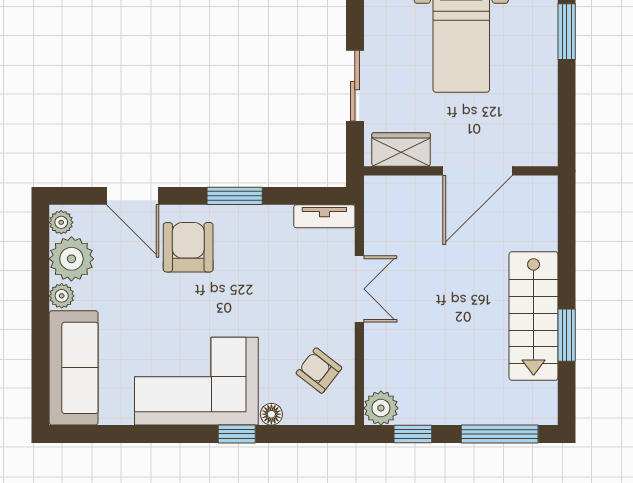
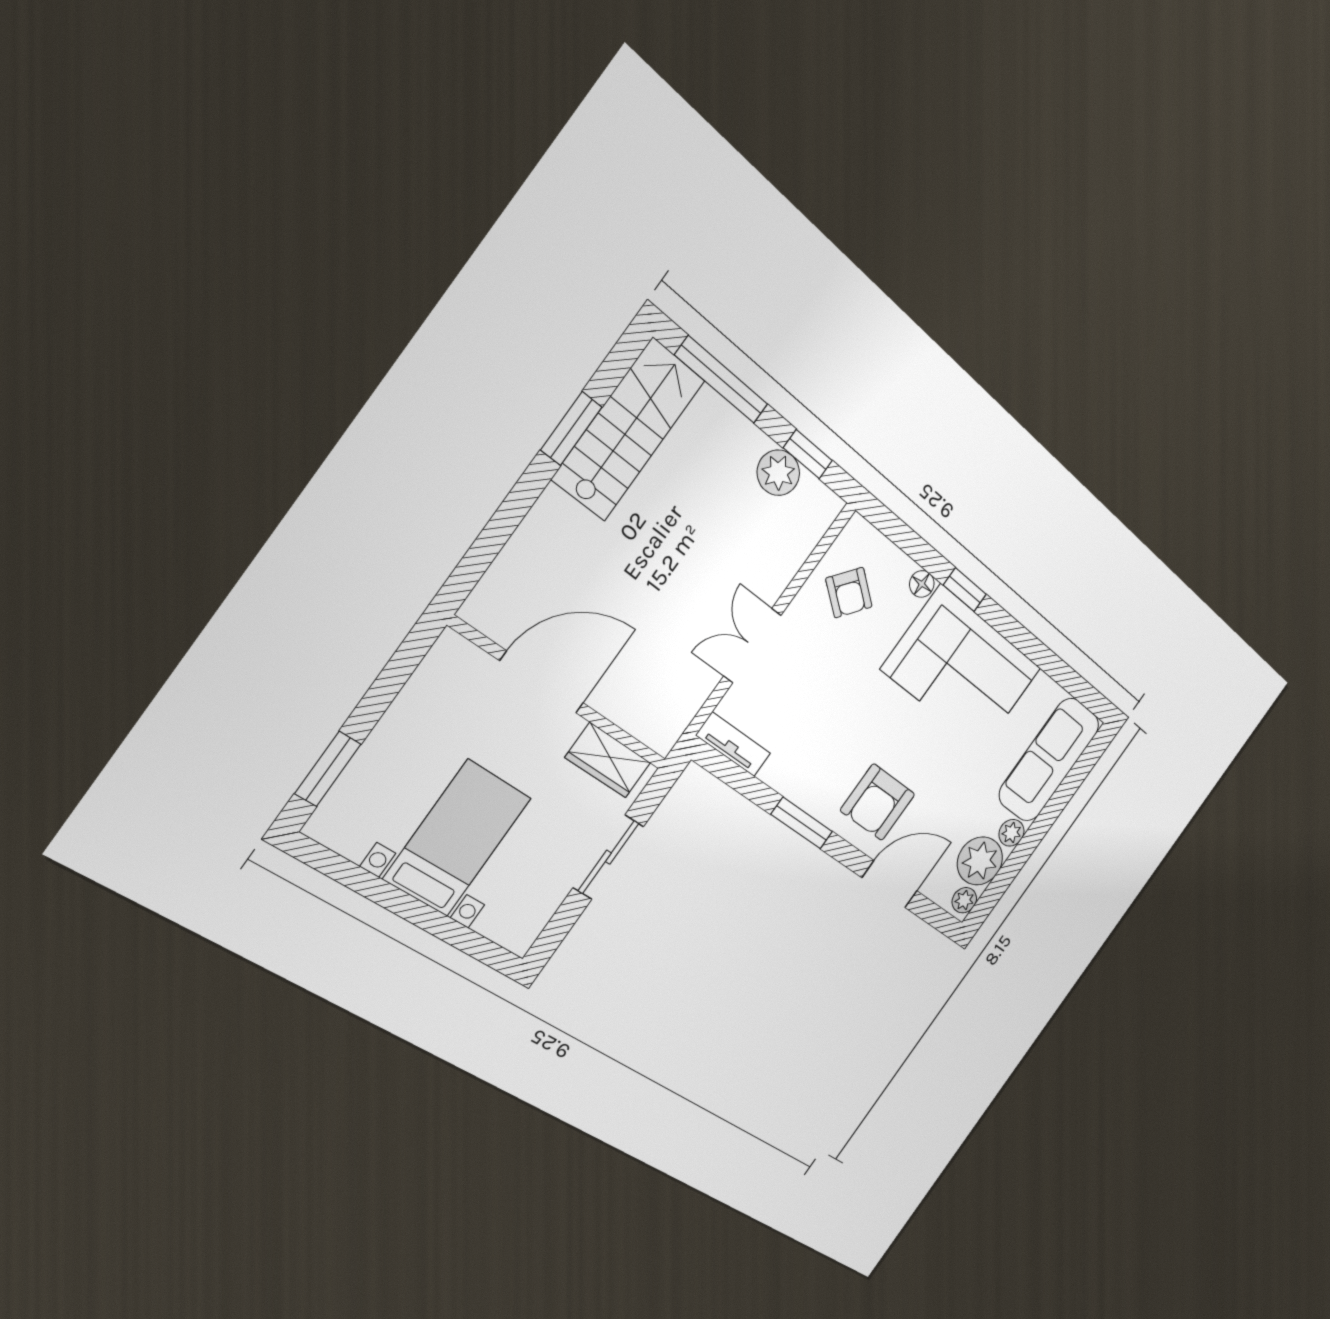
door: (133, 196) -> (890, 884), hinge flipped
stairs: (534, 316) -> (628, 430), moved
plant: (381, 408) -> (778, 473), moved

